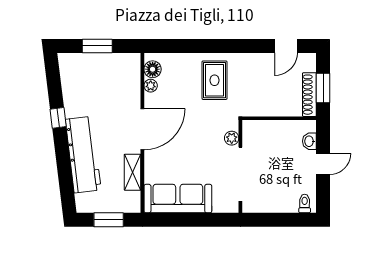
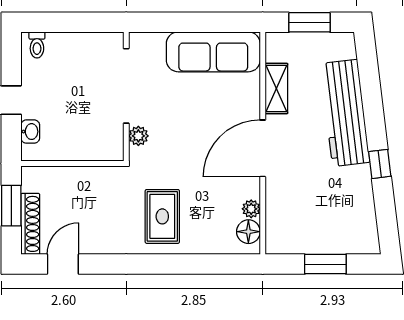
shoe rack: (309, 95) -> (30, 224), moved

